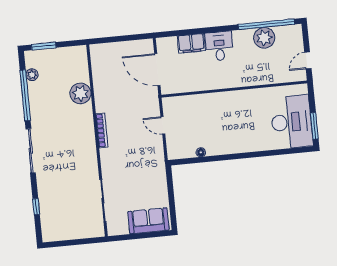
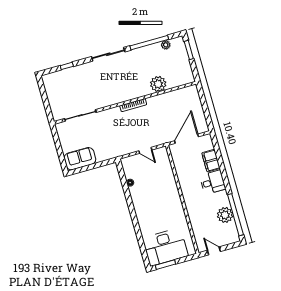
door: (163, 125) -> (145, 150), swing flipped
sofa: (148, 221) -> (80, 159), moved, turned -90

